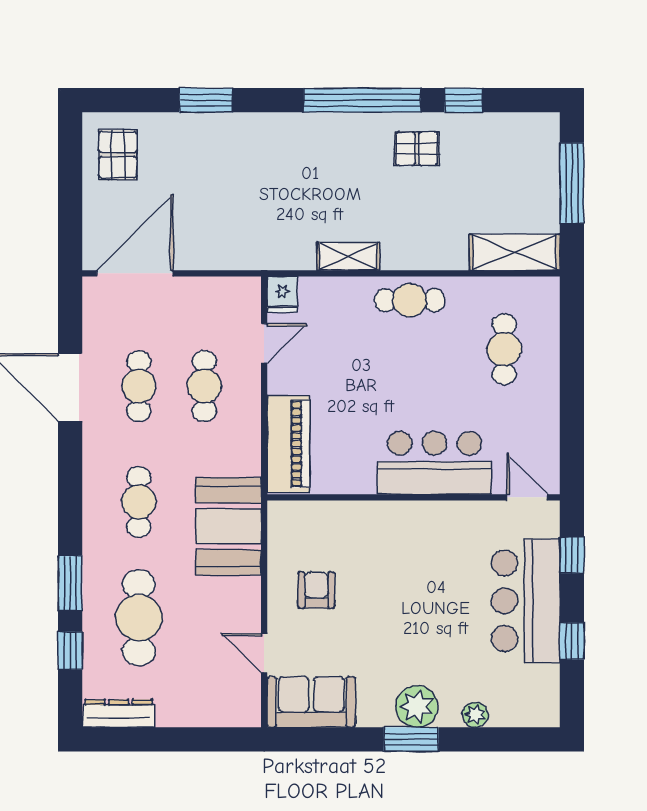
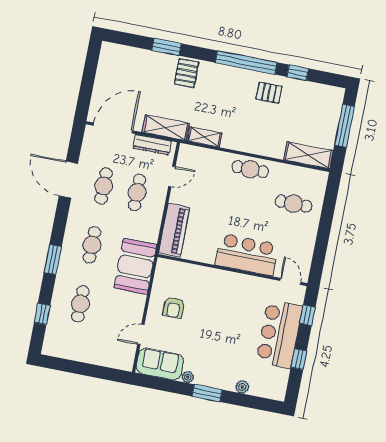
pallet: (118, 155) -> (186, 73), moved
shelving: (235, 253) -> (166, 128), added
shelving: (348, 256) -> (204, 137), moved
fridge: (282, 294) -> (186, 153), removed
cafe table: (504, 349) -> (293, 204), turned 90
window: (70, 583) -> (53, 260), moved
armchair: (316, 590) -> (174, 308), turned 180
cafe table: (139, 618) -> (80, 304), width x0.73, depth x0.74
door: (264, 653) -> (141, 334), hinge flipped
plant: (417, 706) -> (188, 377), moved, width x0.53, depth x0.53
dresser: (119, 713) -> (152, 145), moved, turned 180

